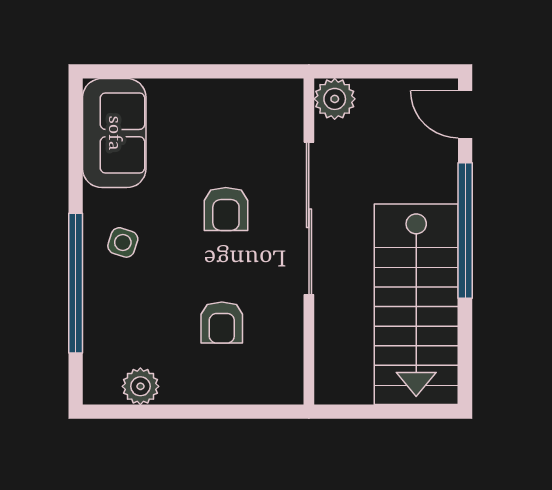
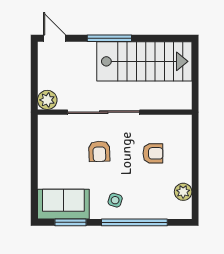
door: (465, 114) -> (55, 38), swing flipped
window: (76, 148) -> (71, 222), added
armchair: (226, 209) -> (99, 151), turned 88
window: (465, 230) -> (109, 38), width x0.68

